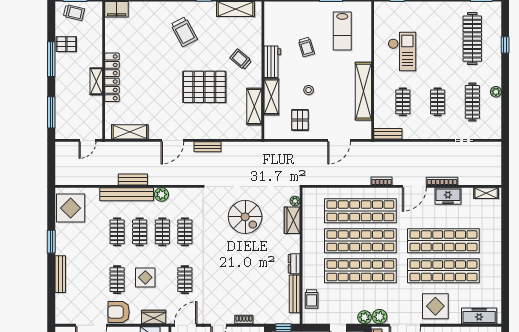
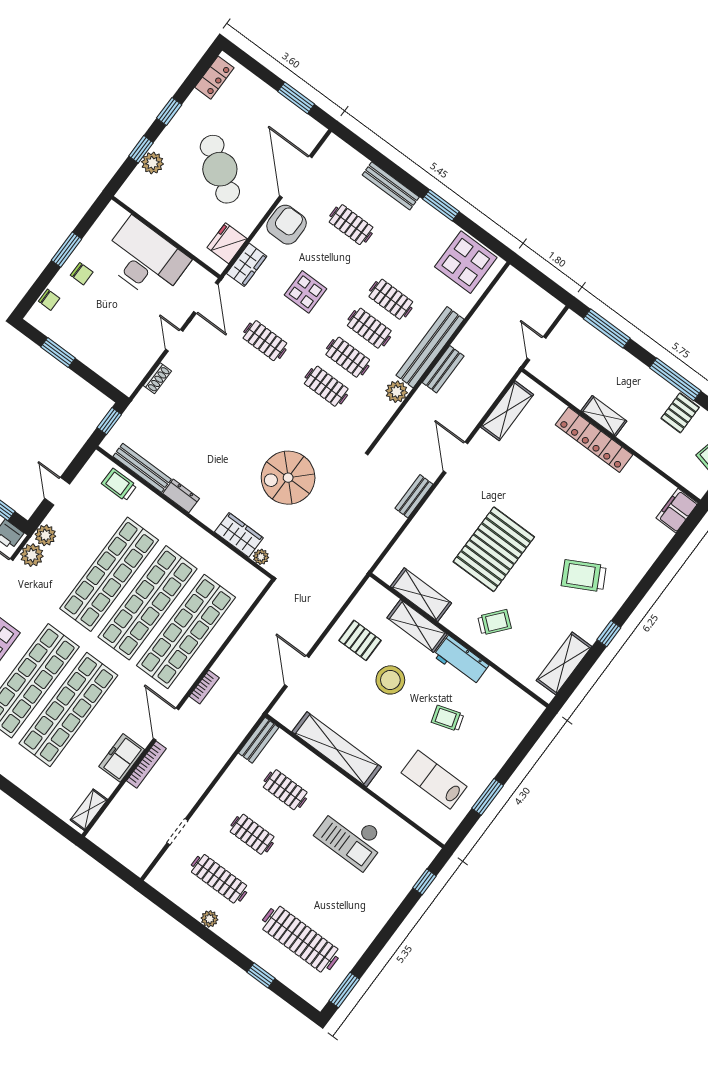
stool: (309, 90) -> (390, 680), width x1.89, depth x1.89
clothes rail: (117, 280) -> (351, 225), moved

